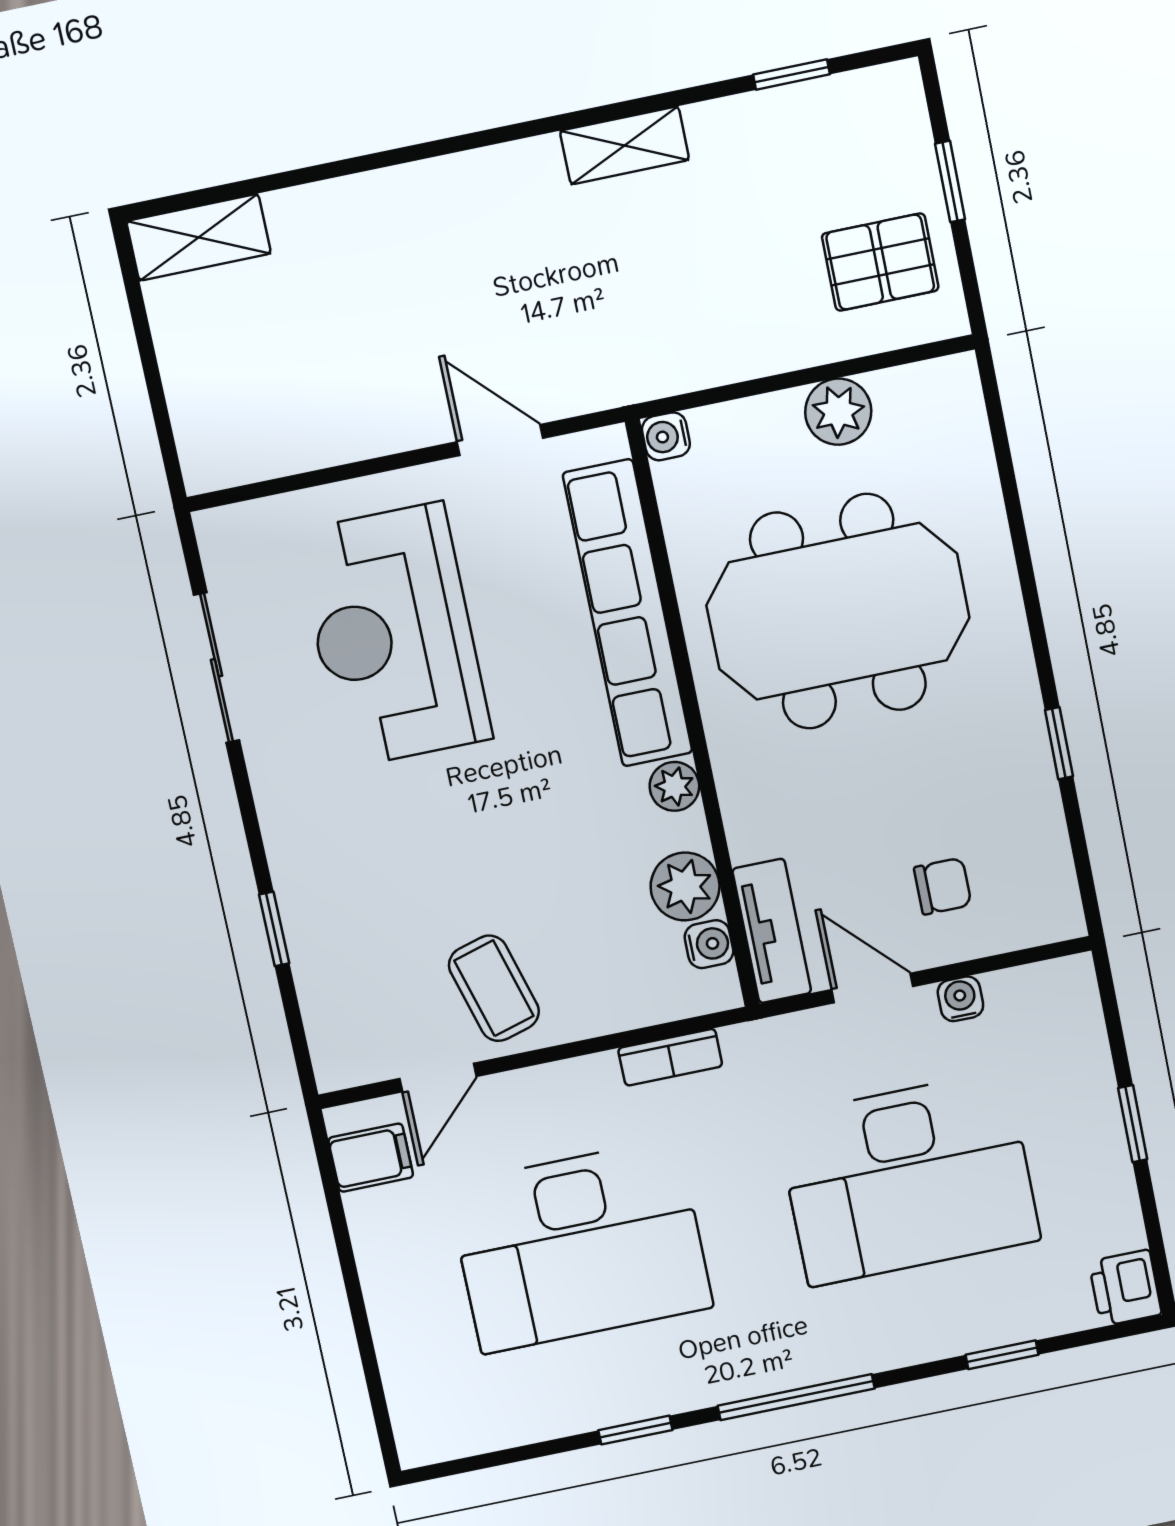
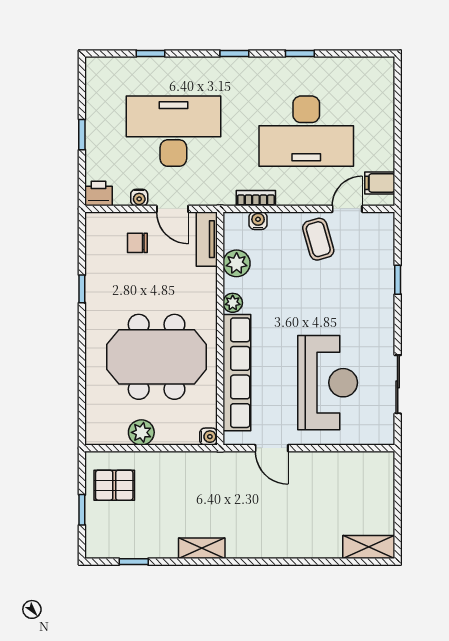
water cooler: (709, 944) -> (258, 221), moved, turned 90
desk: (580, 1246) -> (306, 131), turned 180
printer: (1125, 1288) -> (99, 194), moved, turned -90
window: (796, 1397) -> (234, 53), width x0.46

